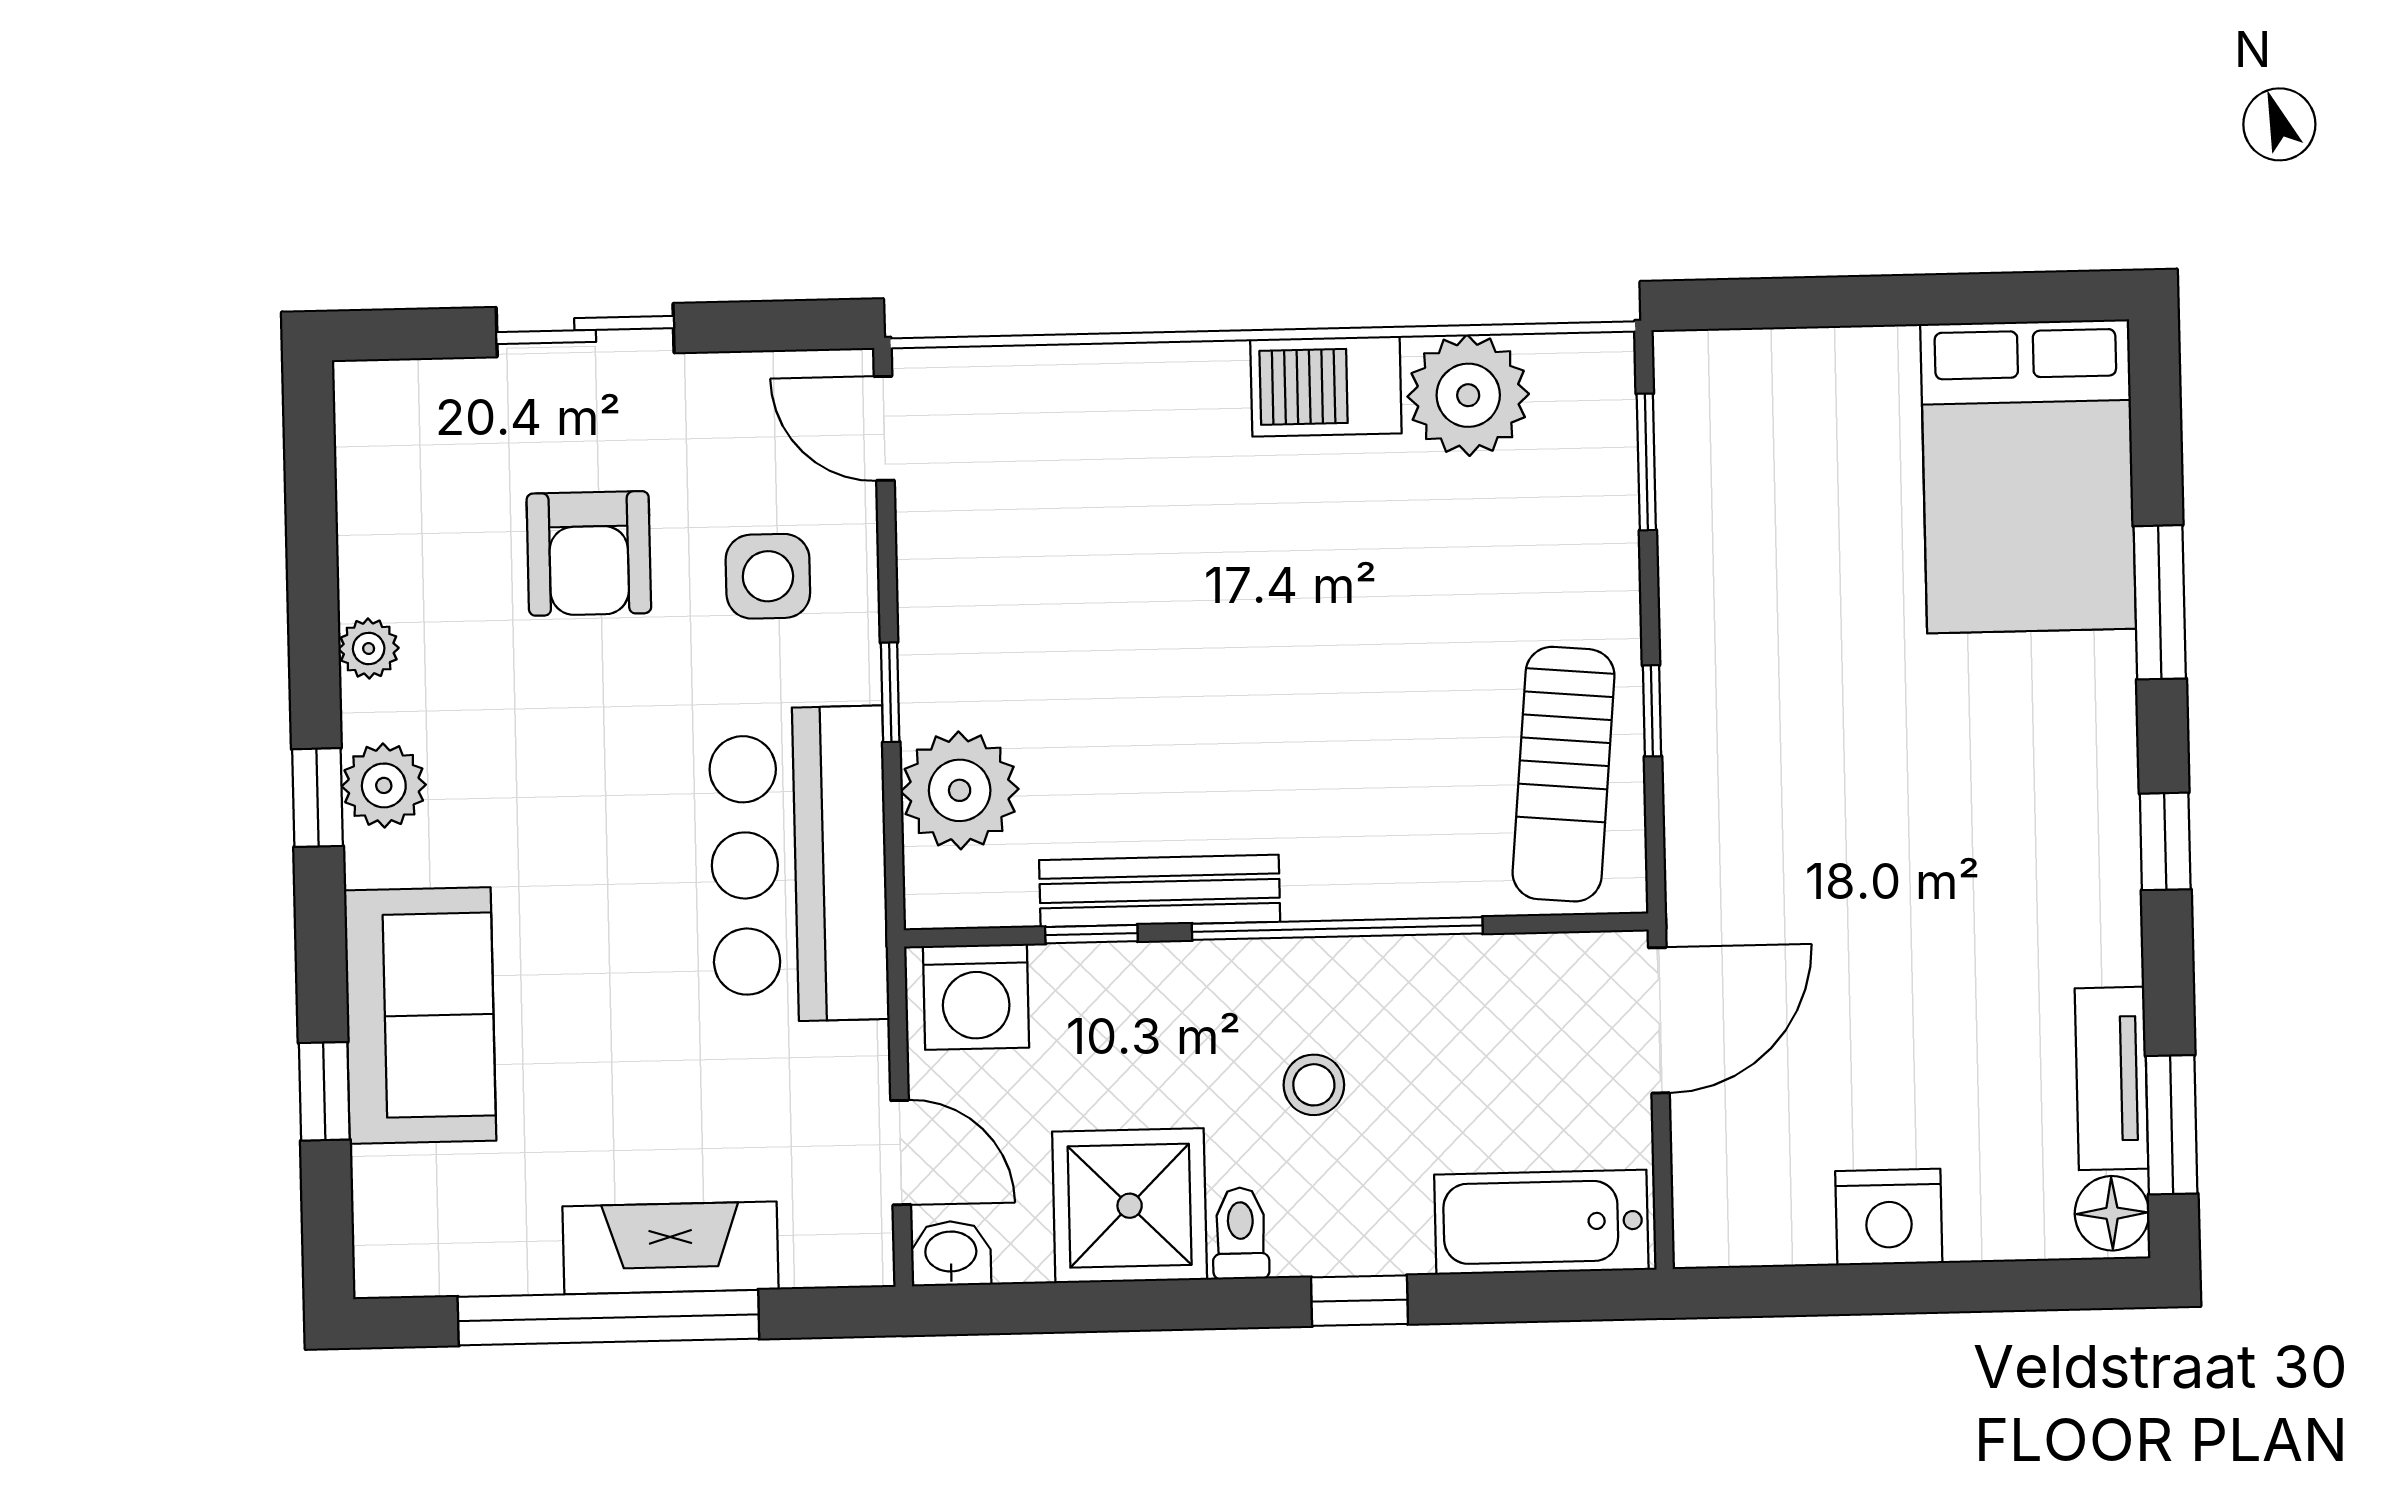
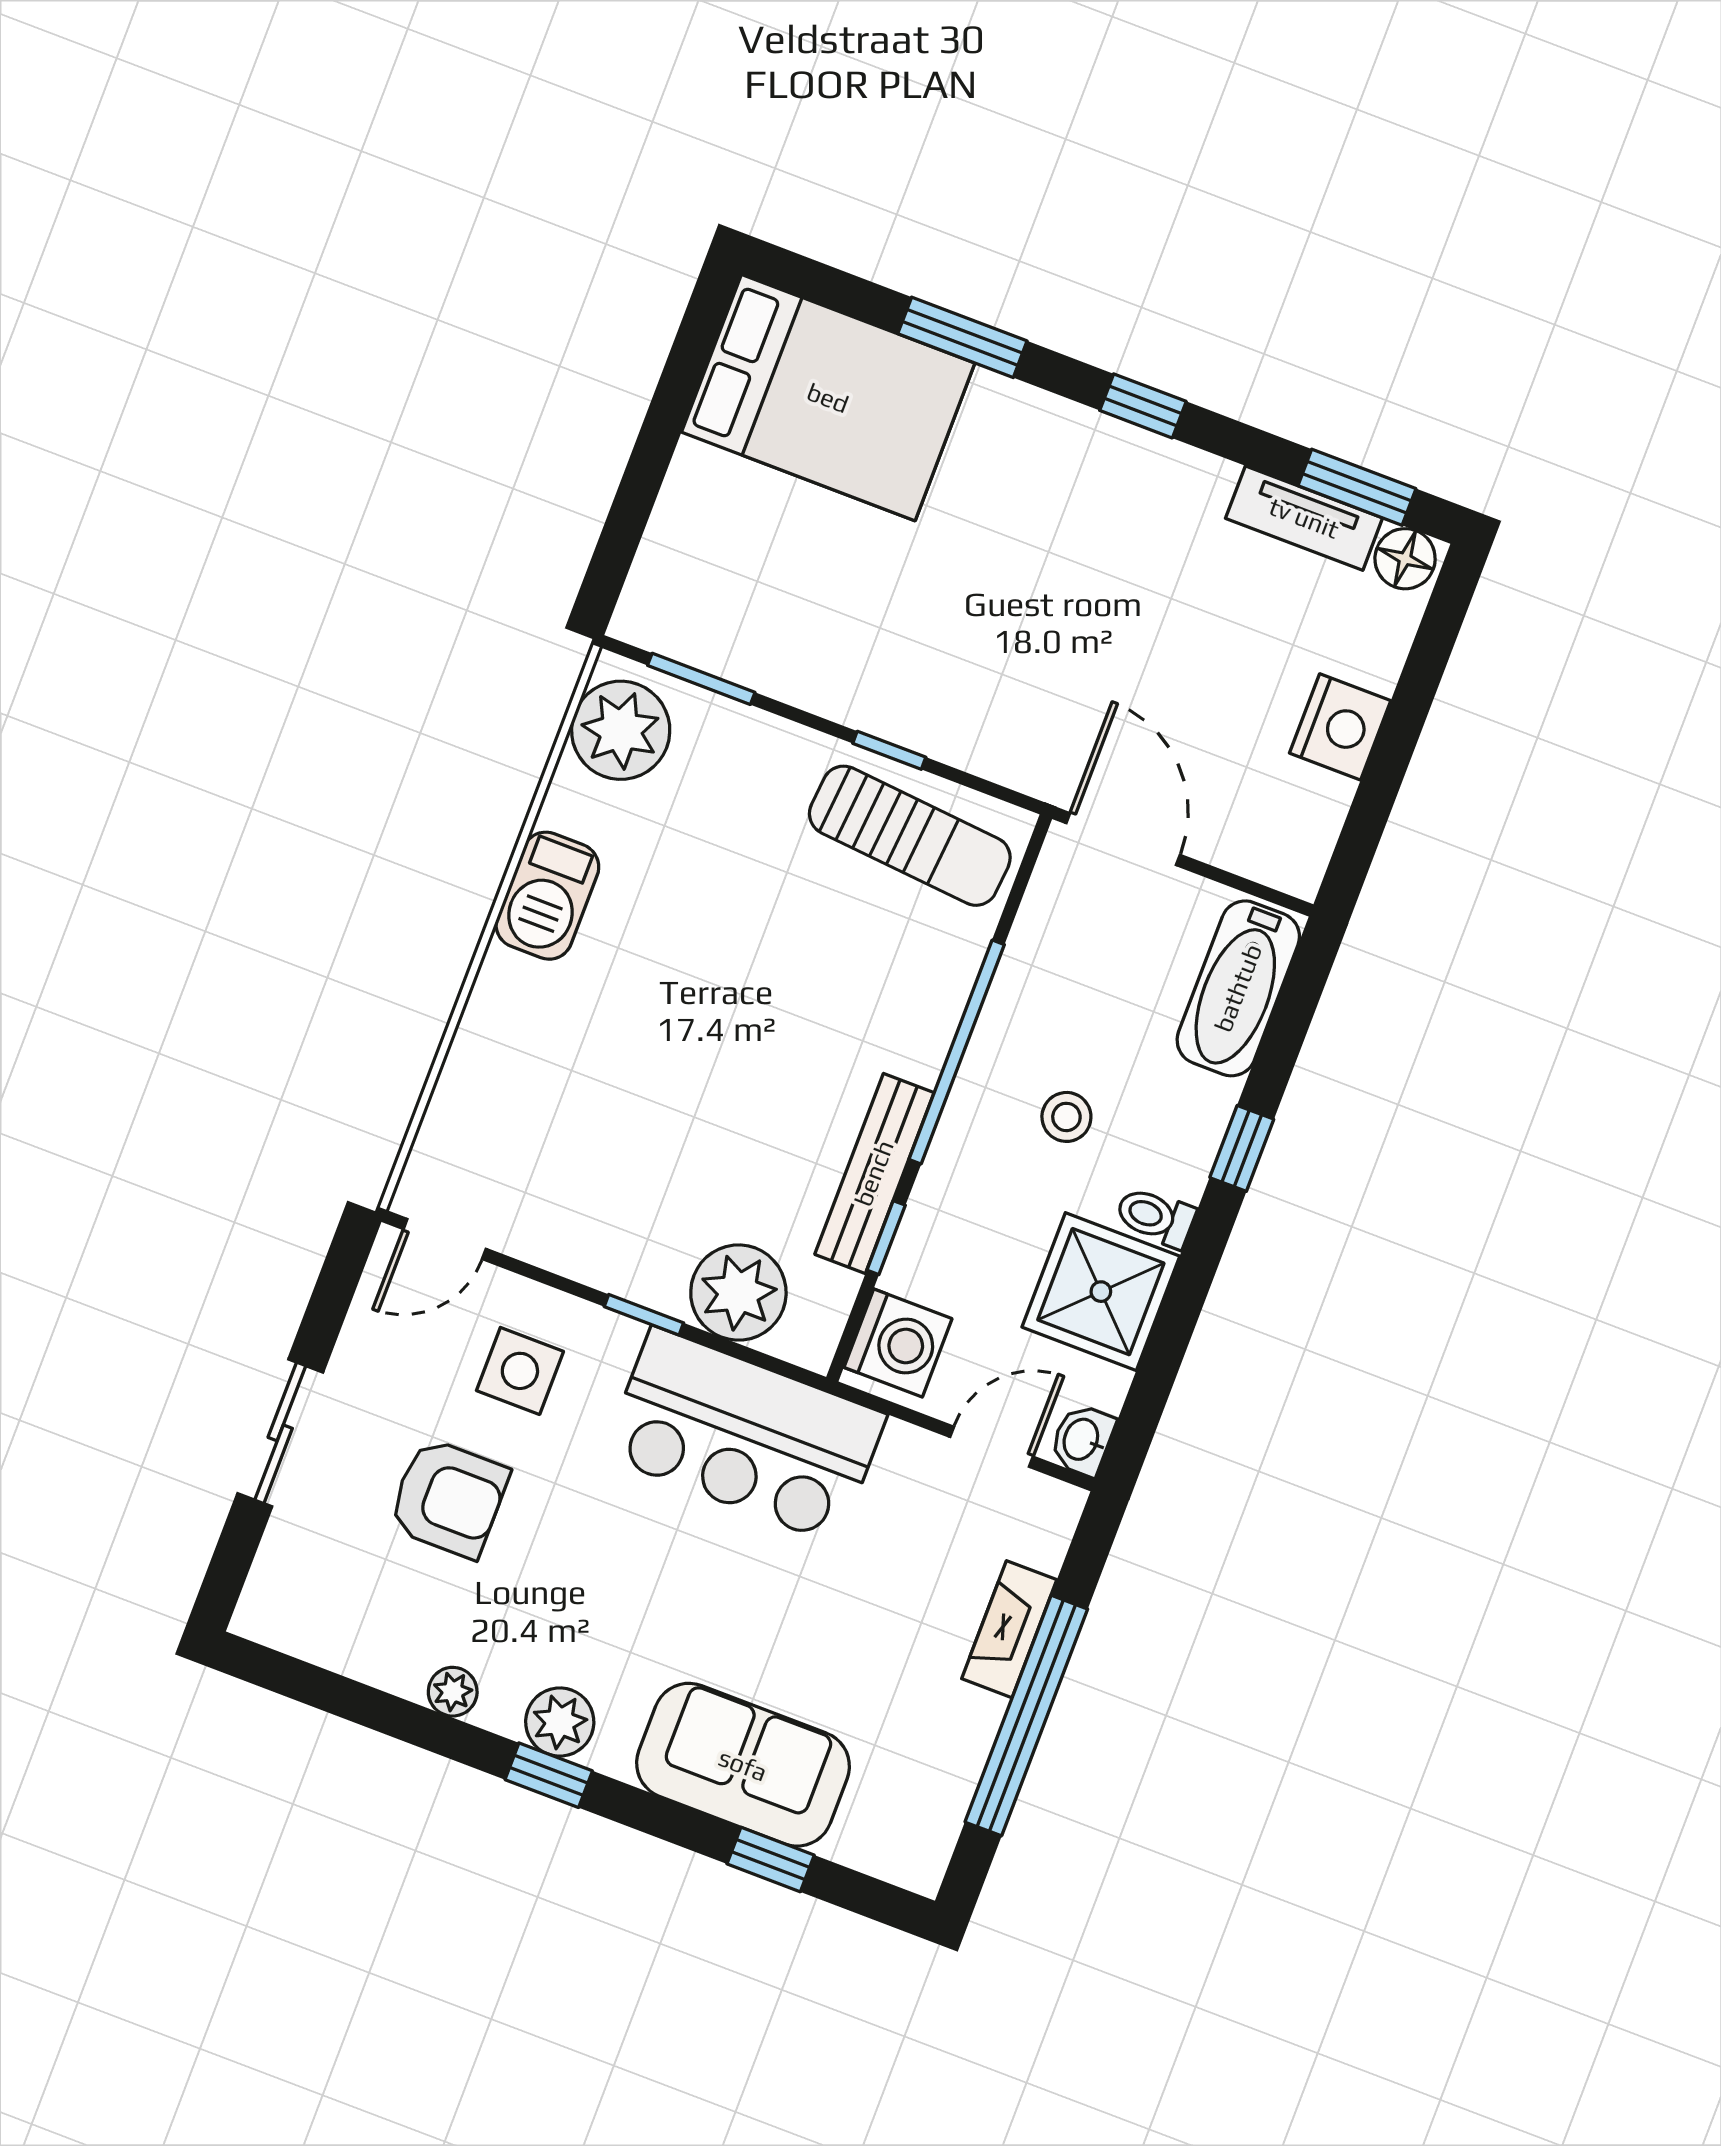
plant: (1468, 395) -> (621, 730), moved
fireplace: (671, 1248) -> (1009, 1629), width x0.73, depth x0.76

